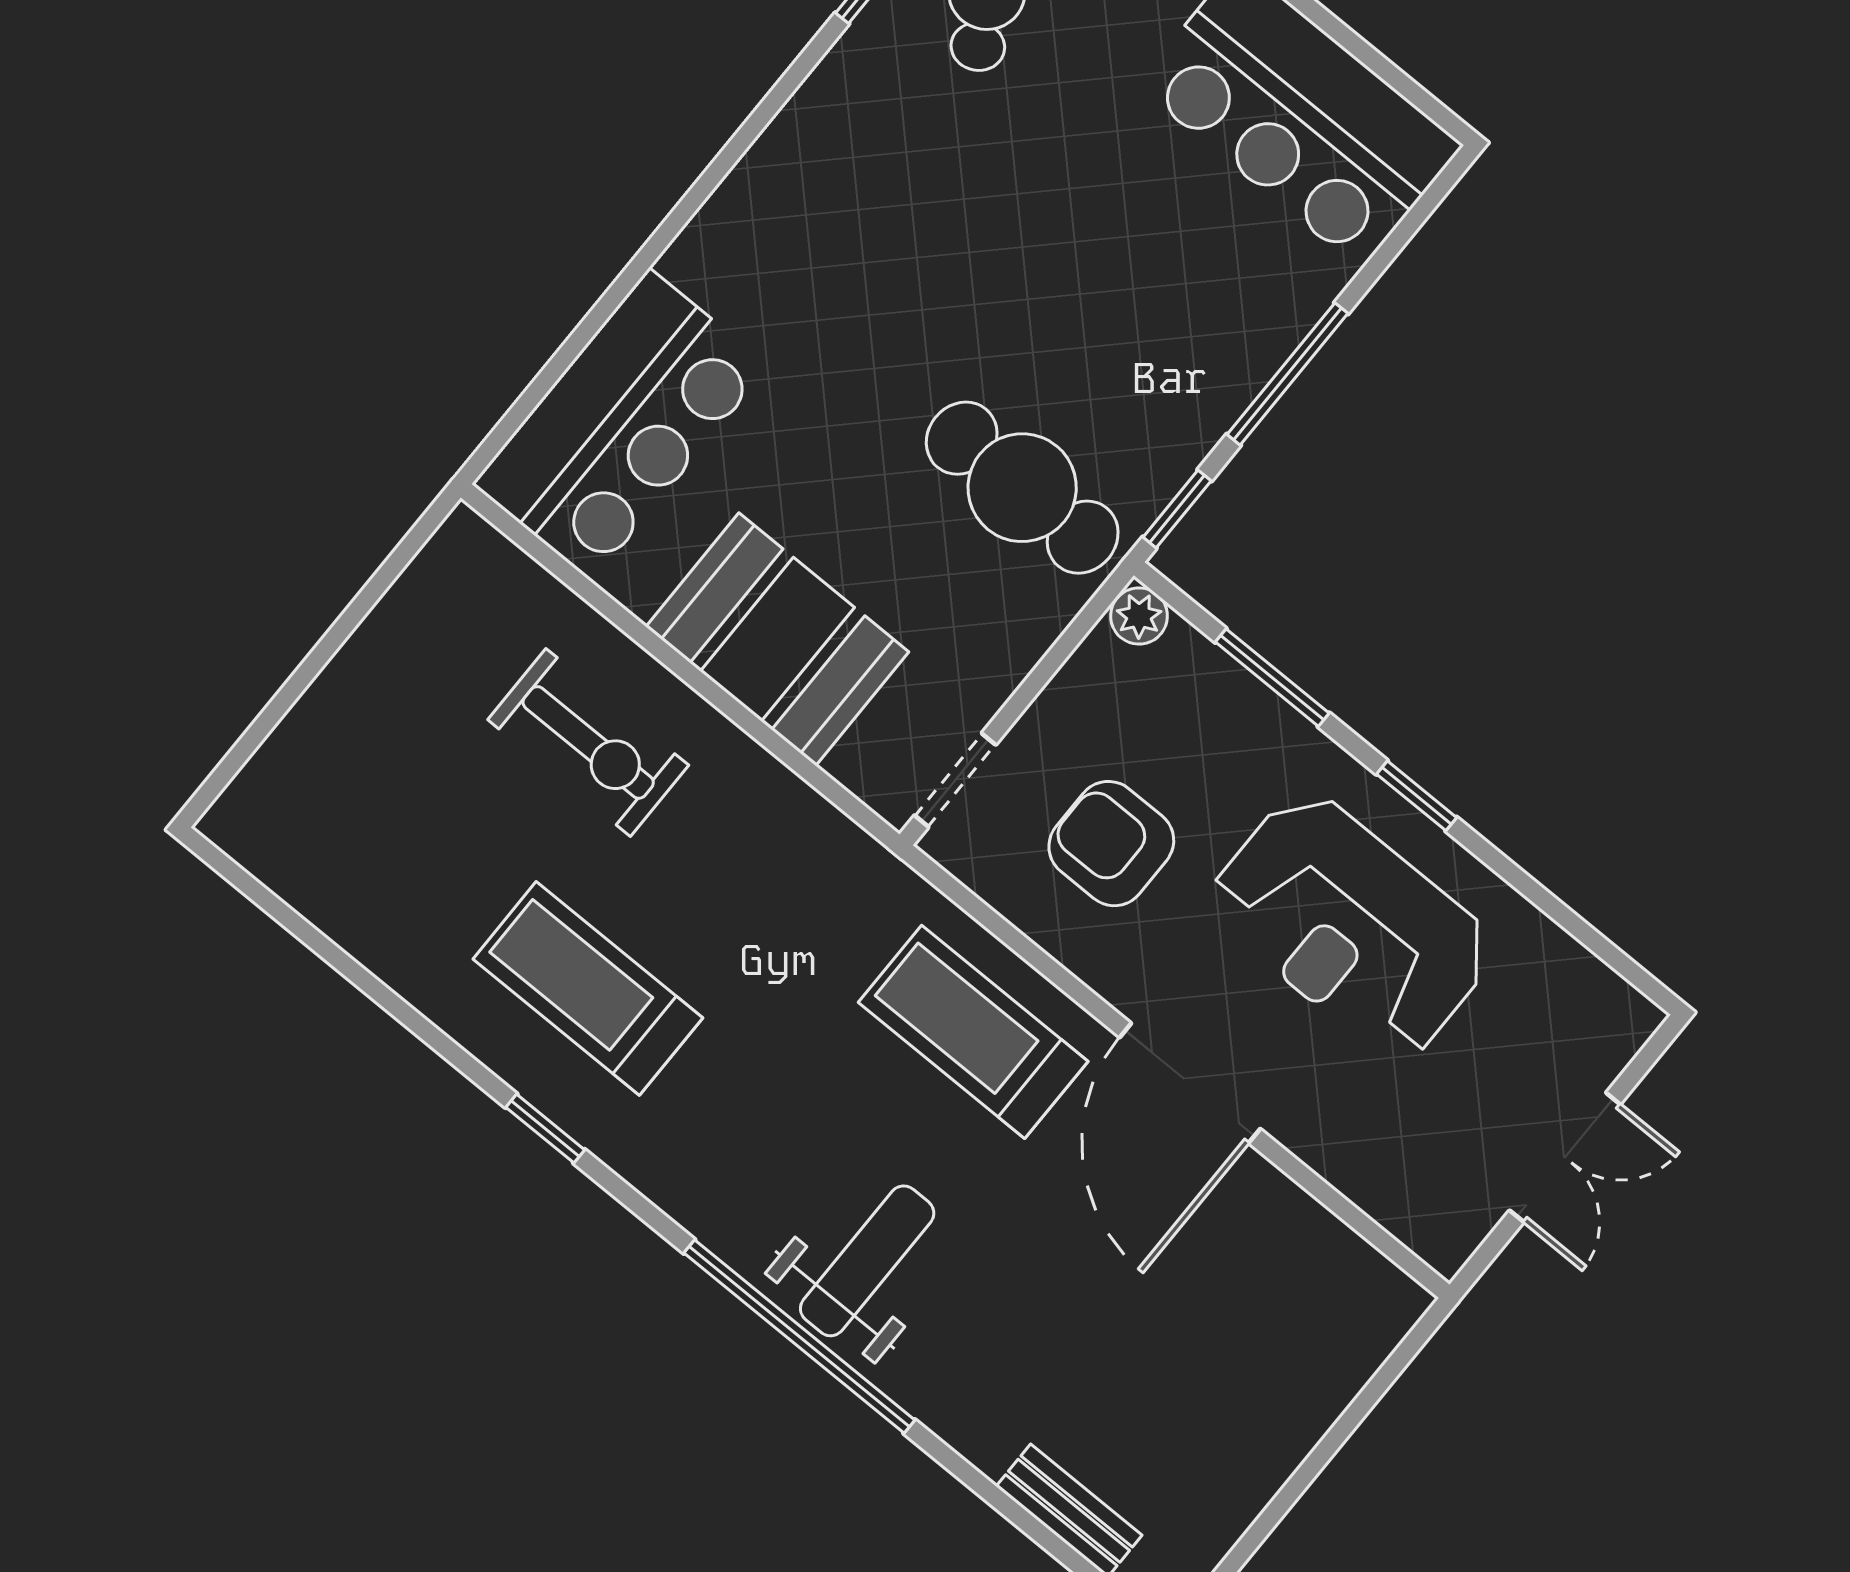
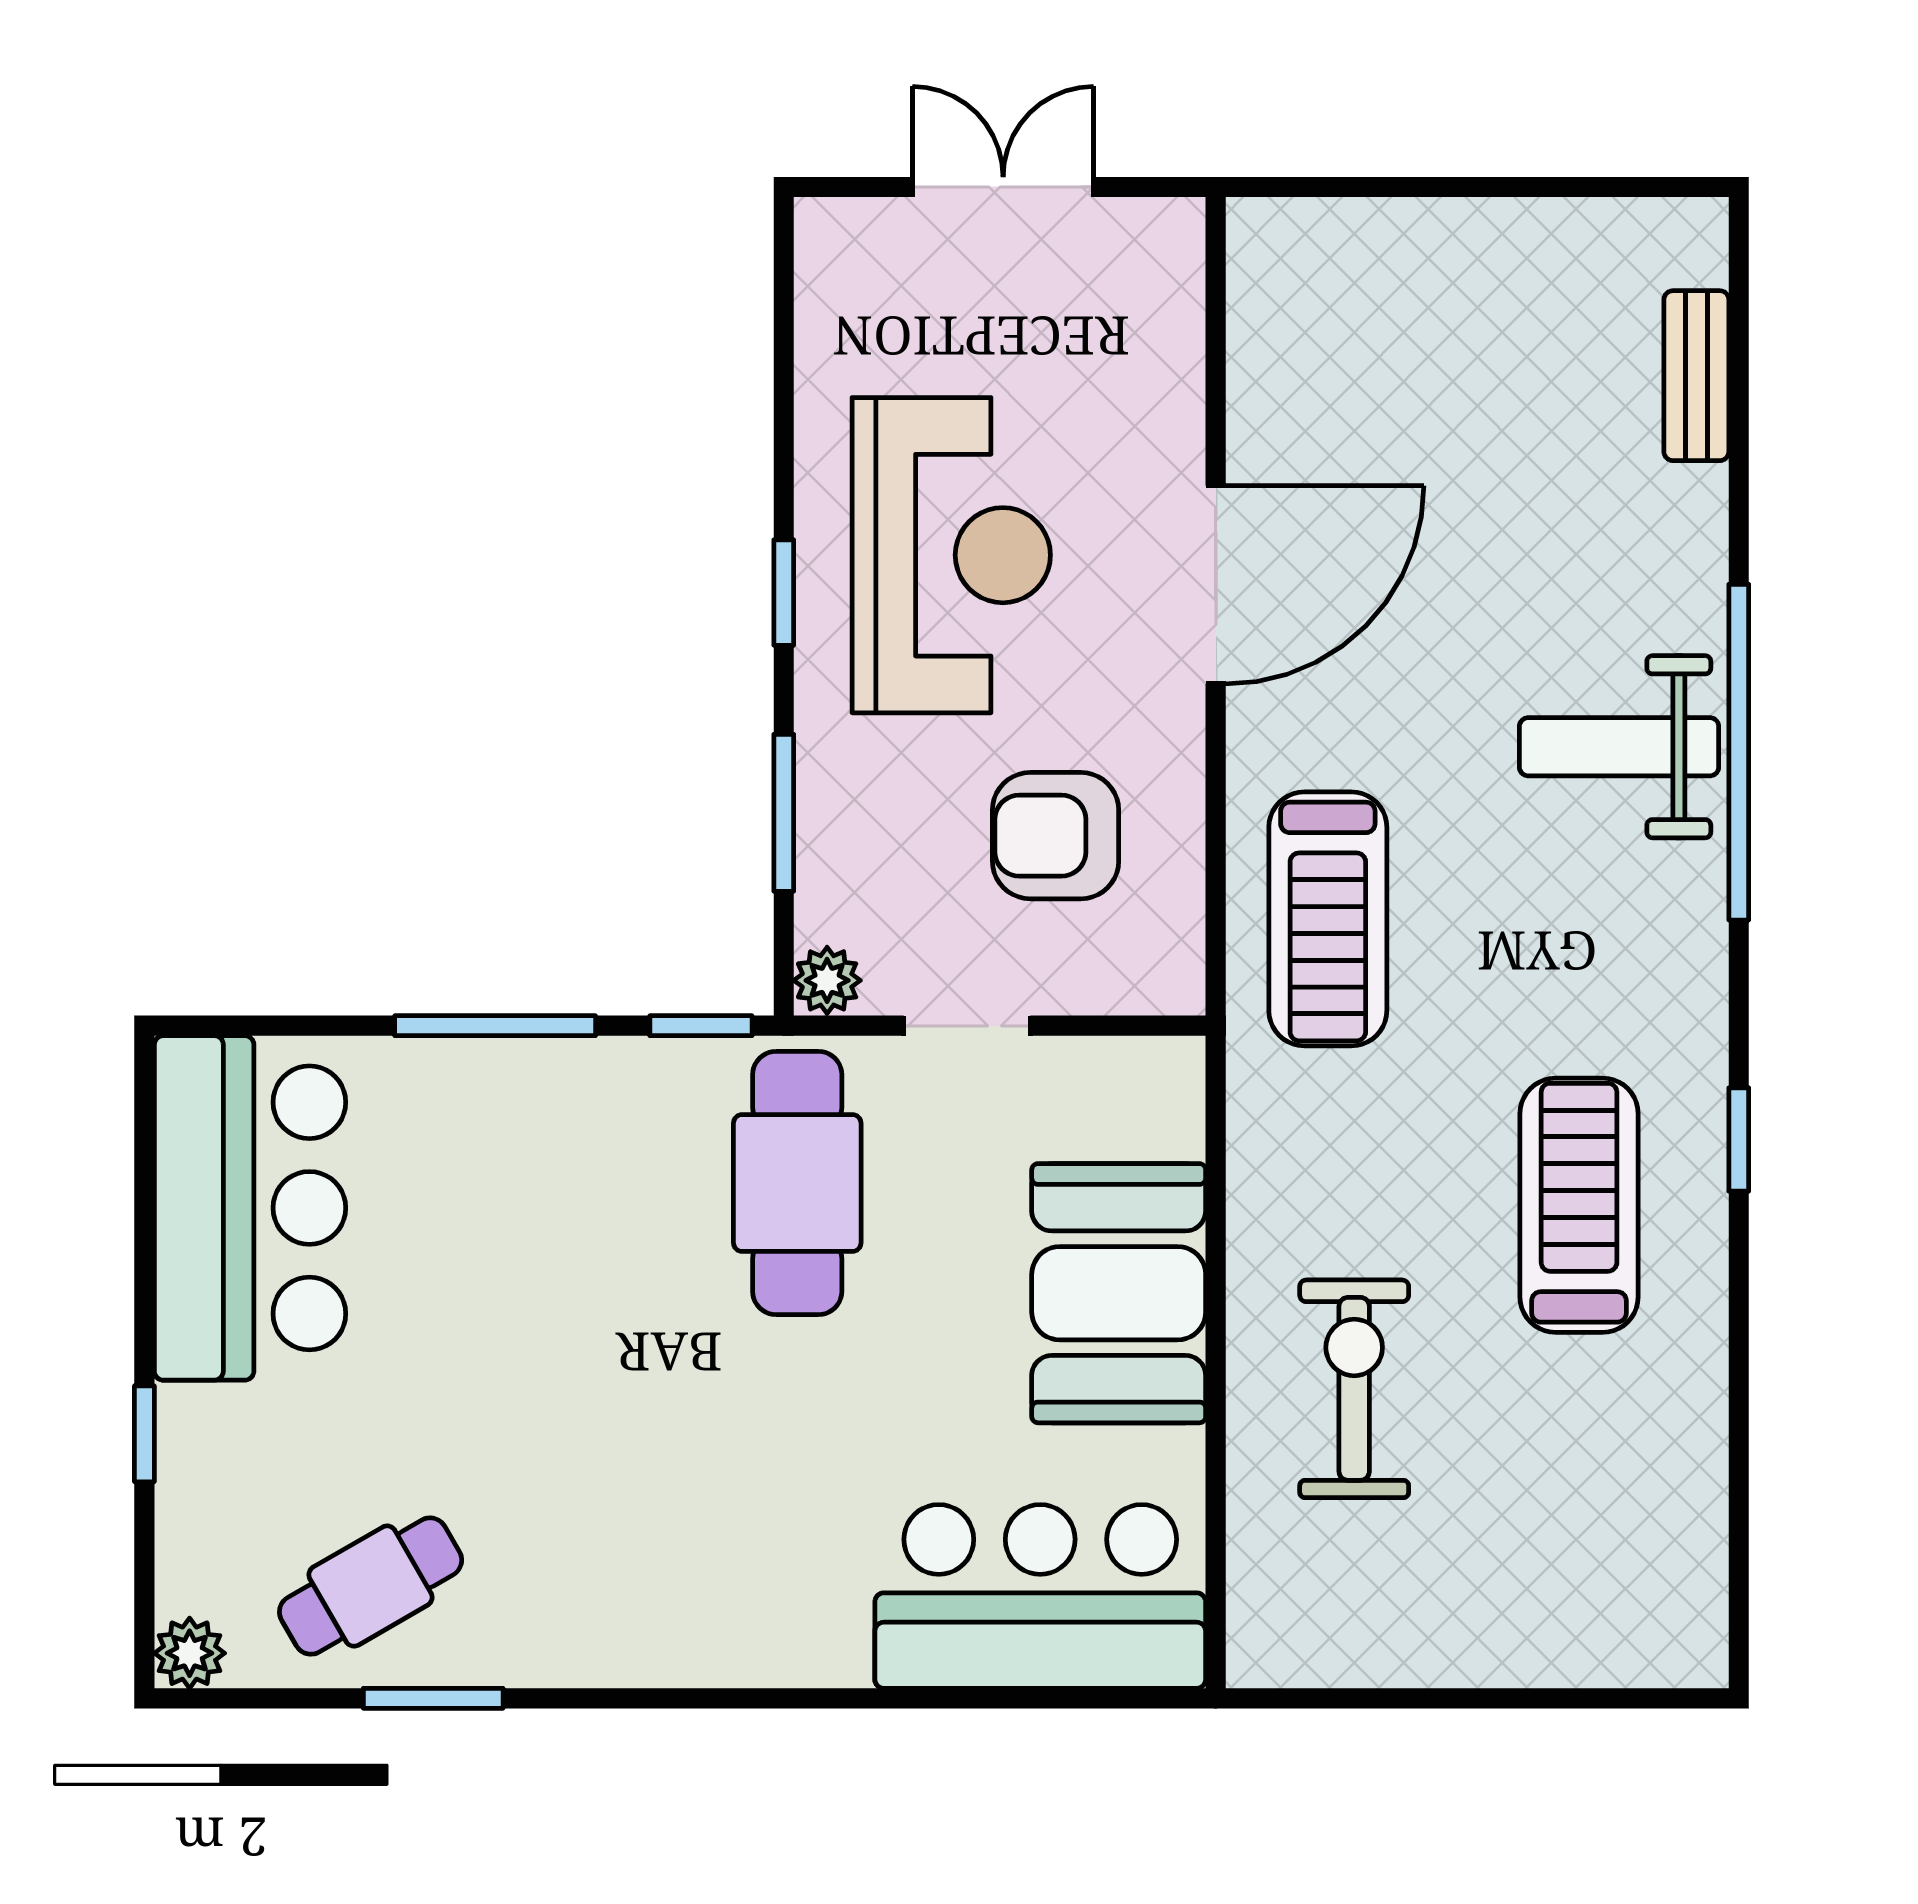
doorway: (955, 780) -> (967, 1026), moved
armchair: (1111, 844) -> (1056, 836), turned 90
treadmill: (588, 988) -> (1579, 1205), turned 180
treadmill: (973, 1032) -> (1328, 919), moved

